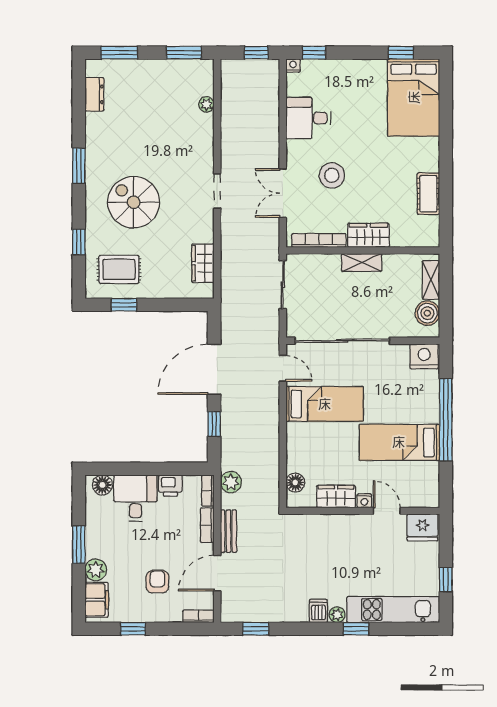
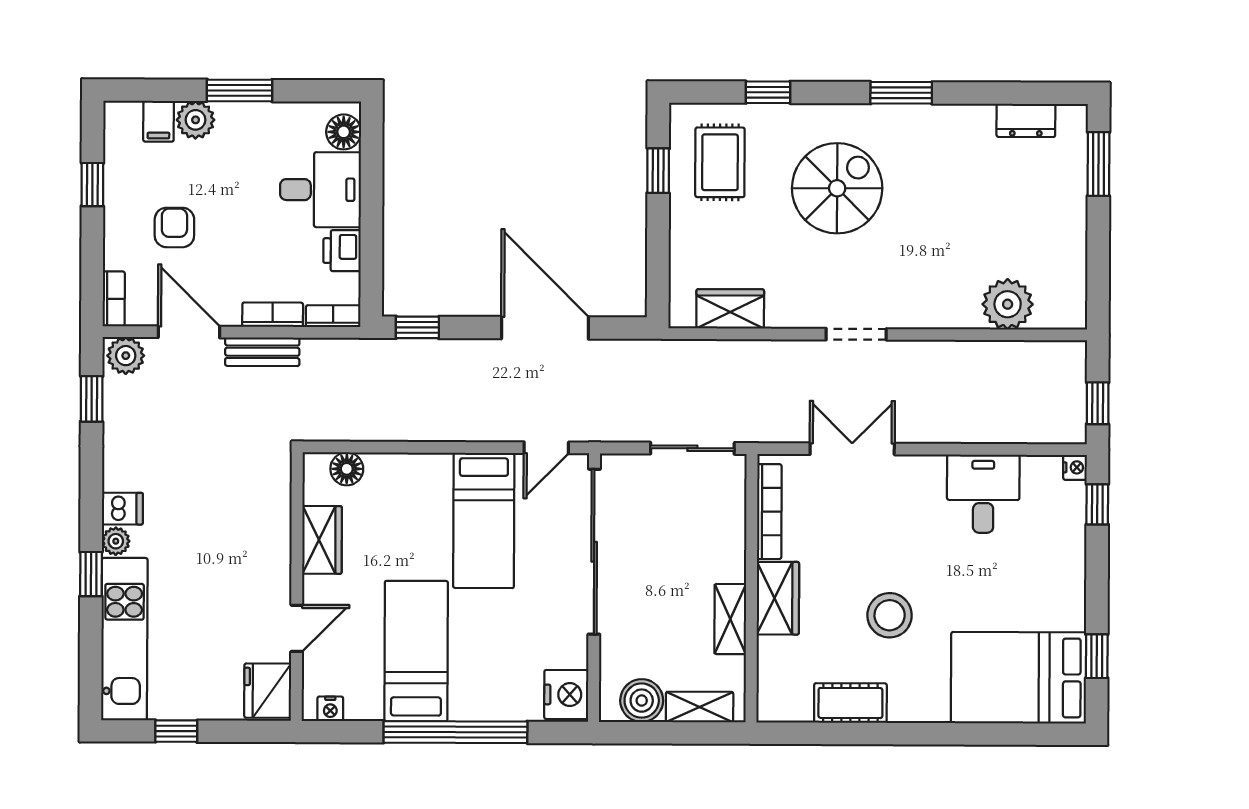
window: (184, 53) -> (1098, 277), removed
plant: (206, 104) -> (1008, 304), width x1.88, depth x1.88
stool: (332, 175) -> (890, 615), moved
shelving: (362, 263) -> (730, 619), moved
window: (214, 424) -> (417, 327), moved
plant: (231, 482) -> (126, 356), moved
nightstand: (364, 501) -> (330, 709), moved, turned -90
armchair: (157, 582) -> (174, 227), turned -90
filing cabinet: (97, 600) -> (159, 121), width x0.50

